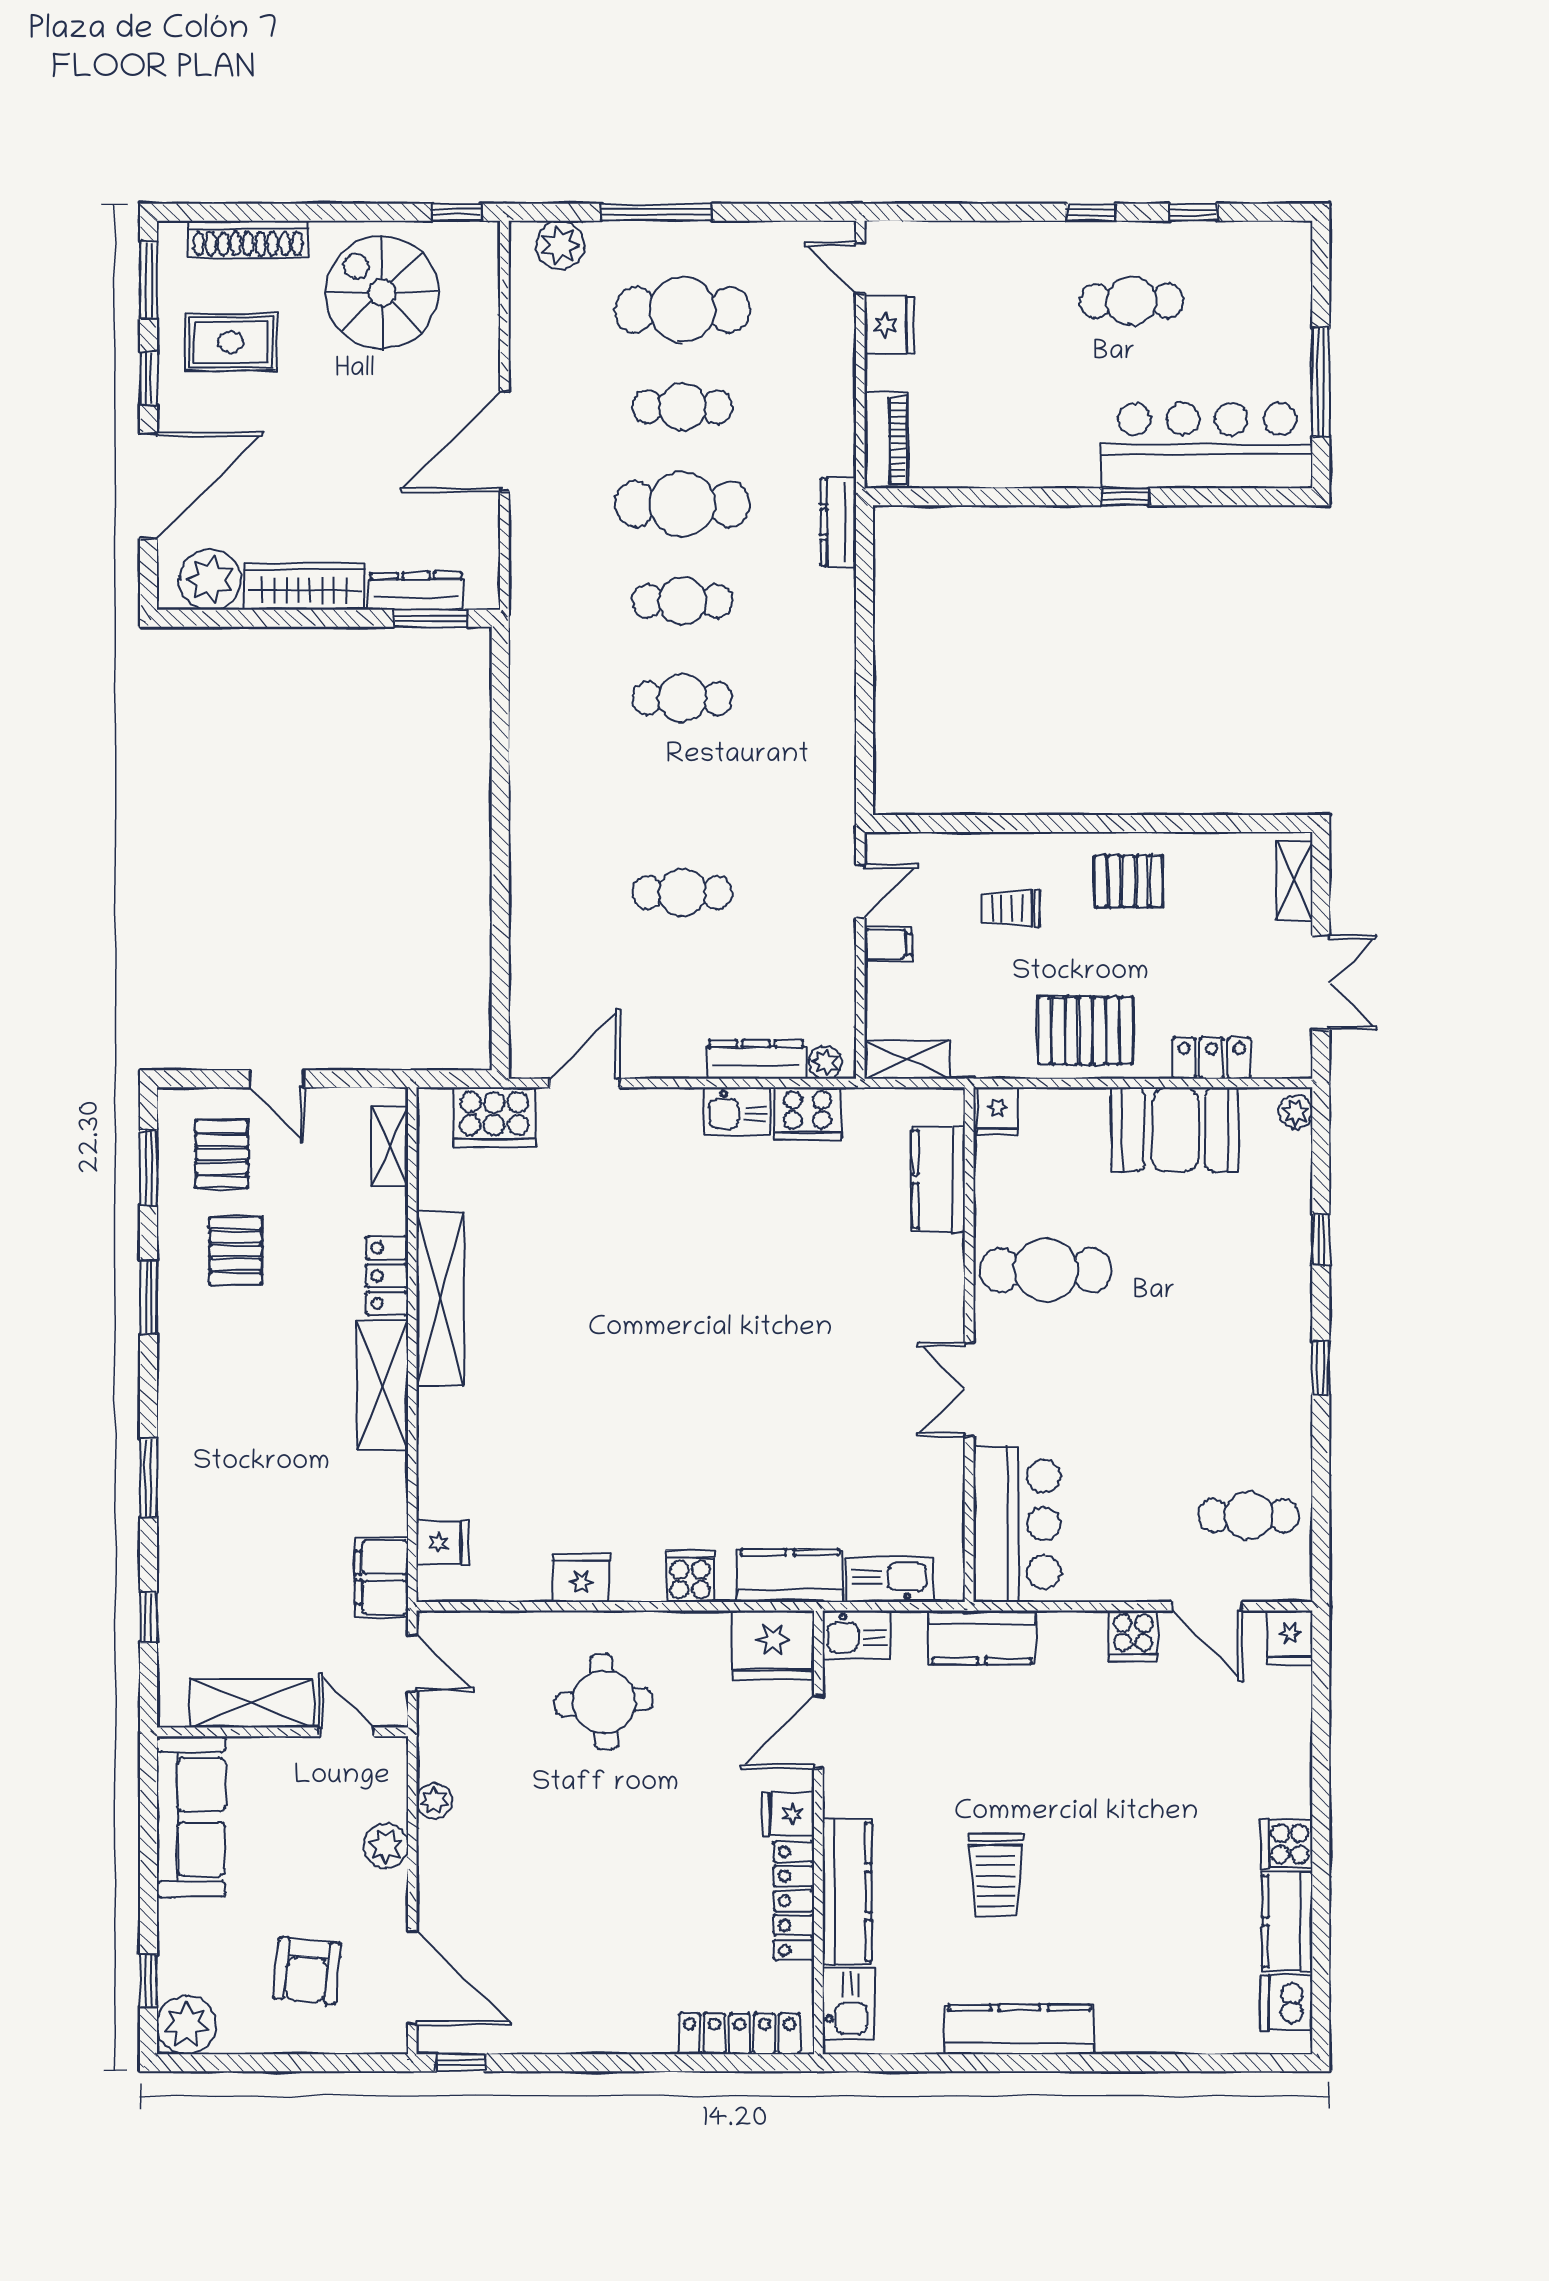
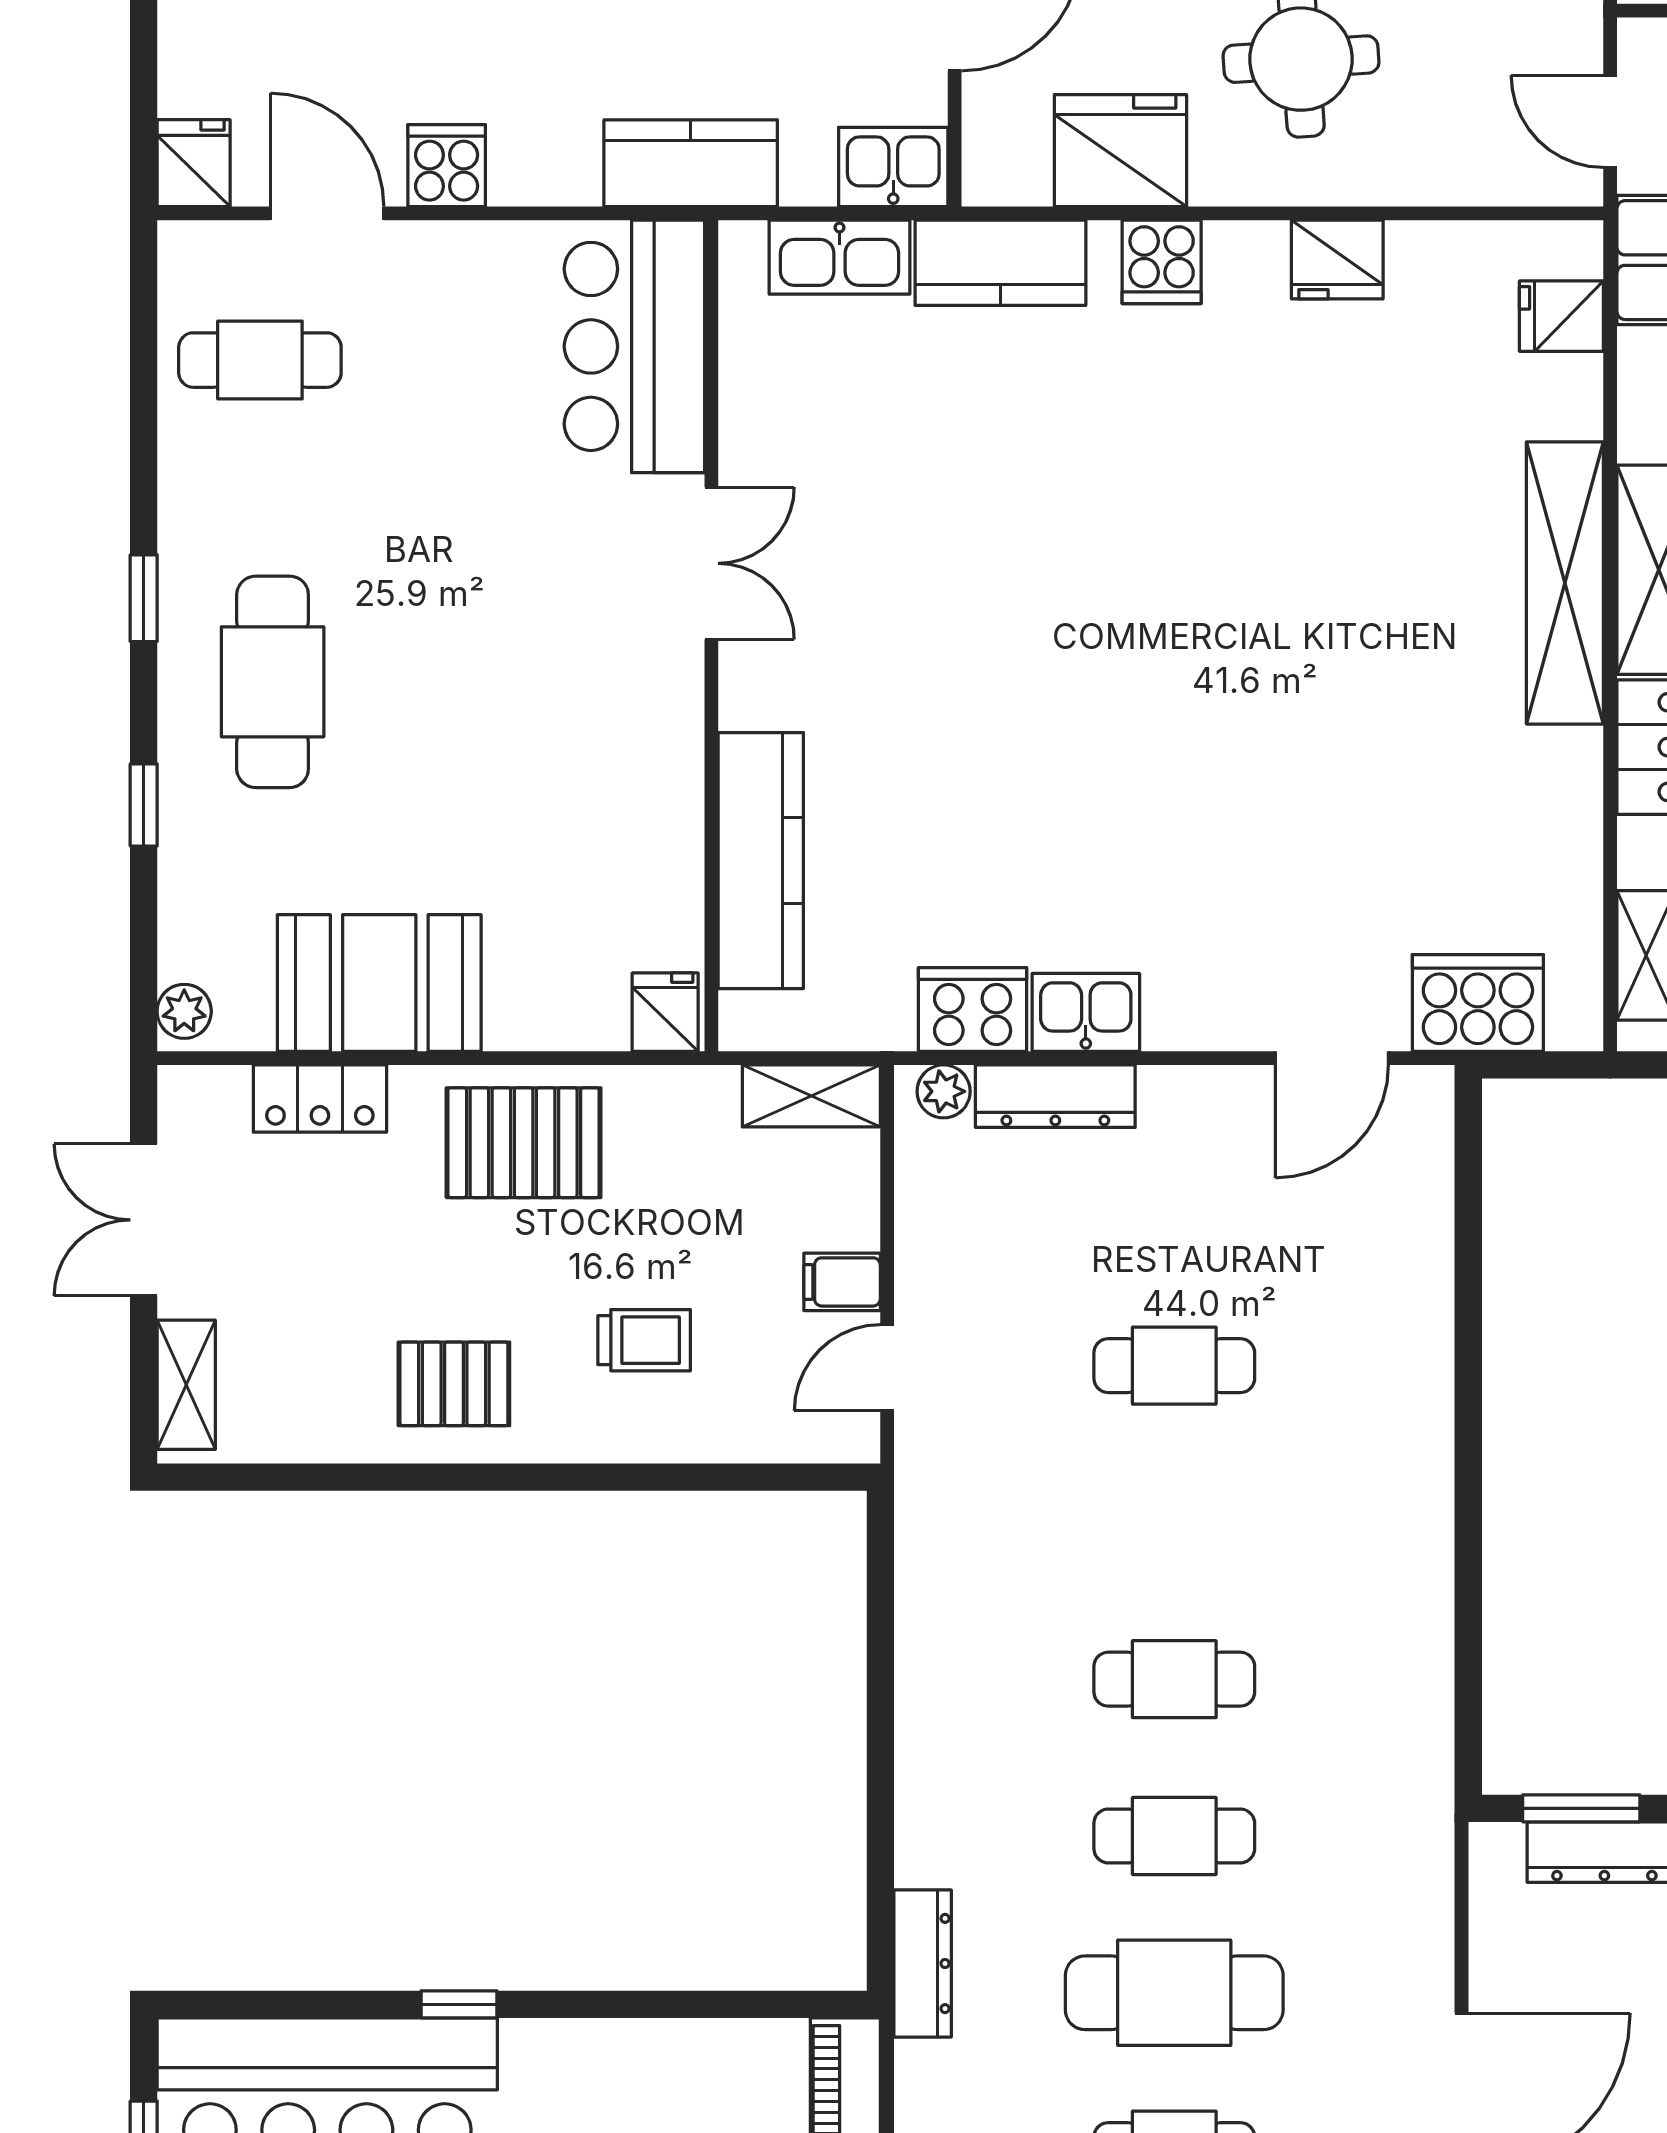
kitchen counter: (938, 1179) -> (761, 861), width x1.50
cafe table: (1046, 1270) -> (273, 682), moved, turned 90
shelving: (440, 1299) -> (1565, 583), moved
fridge: (773, 1645) -> (1120, 151), moved

